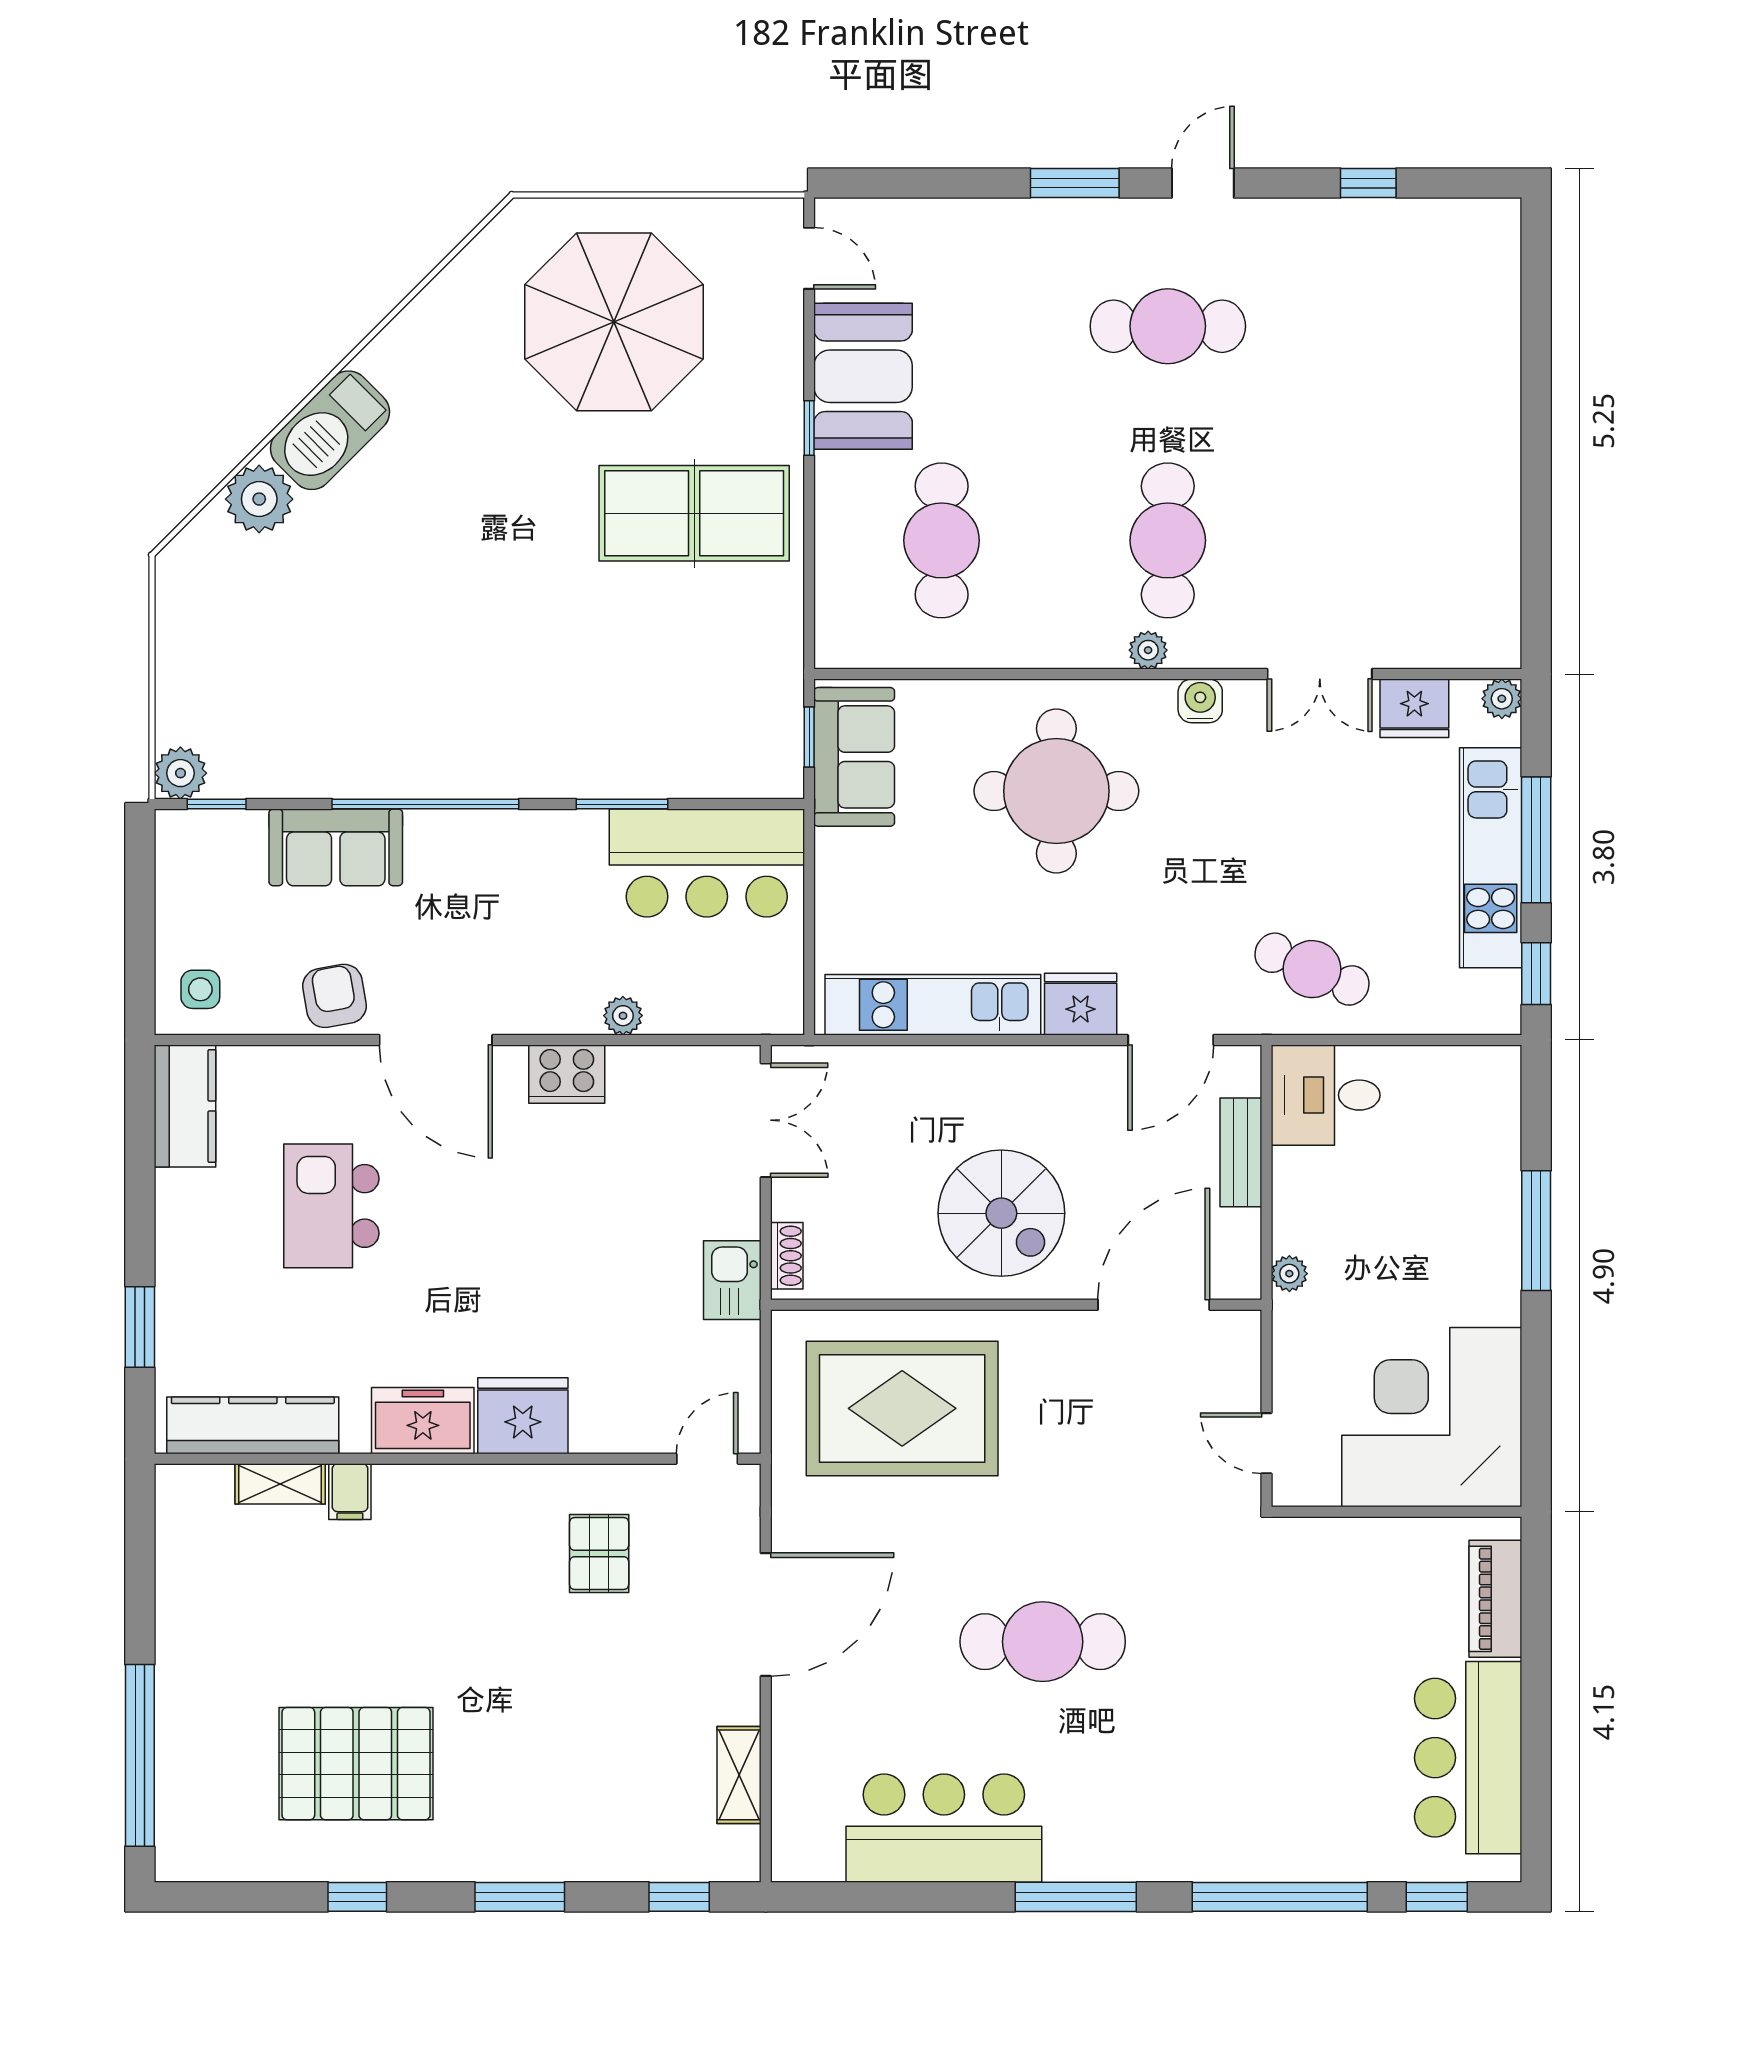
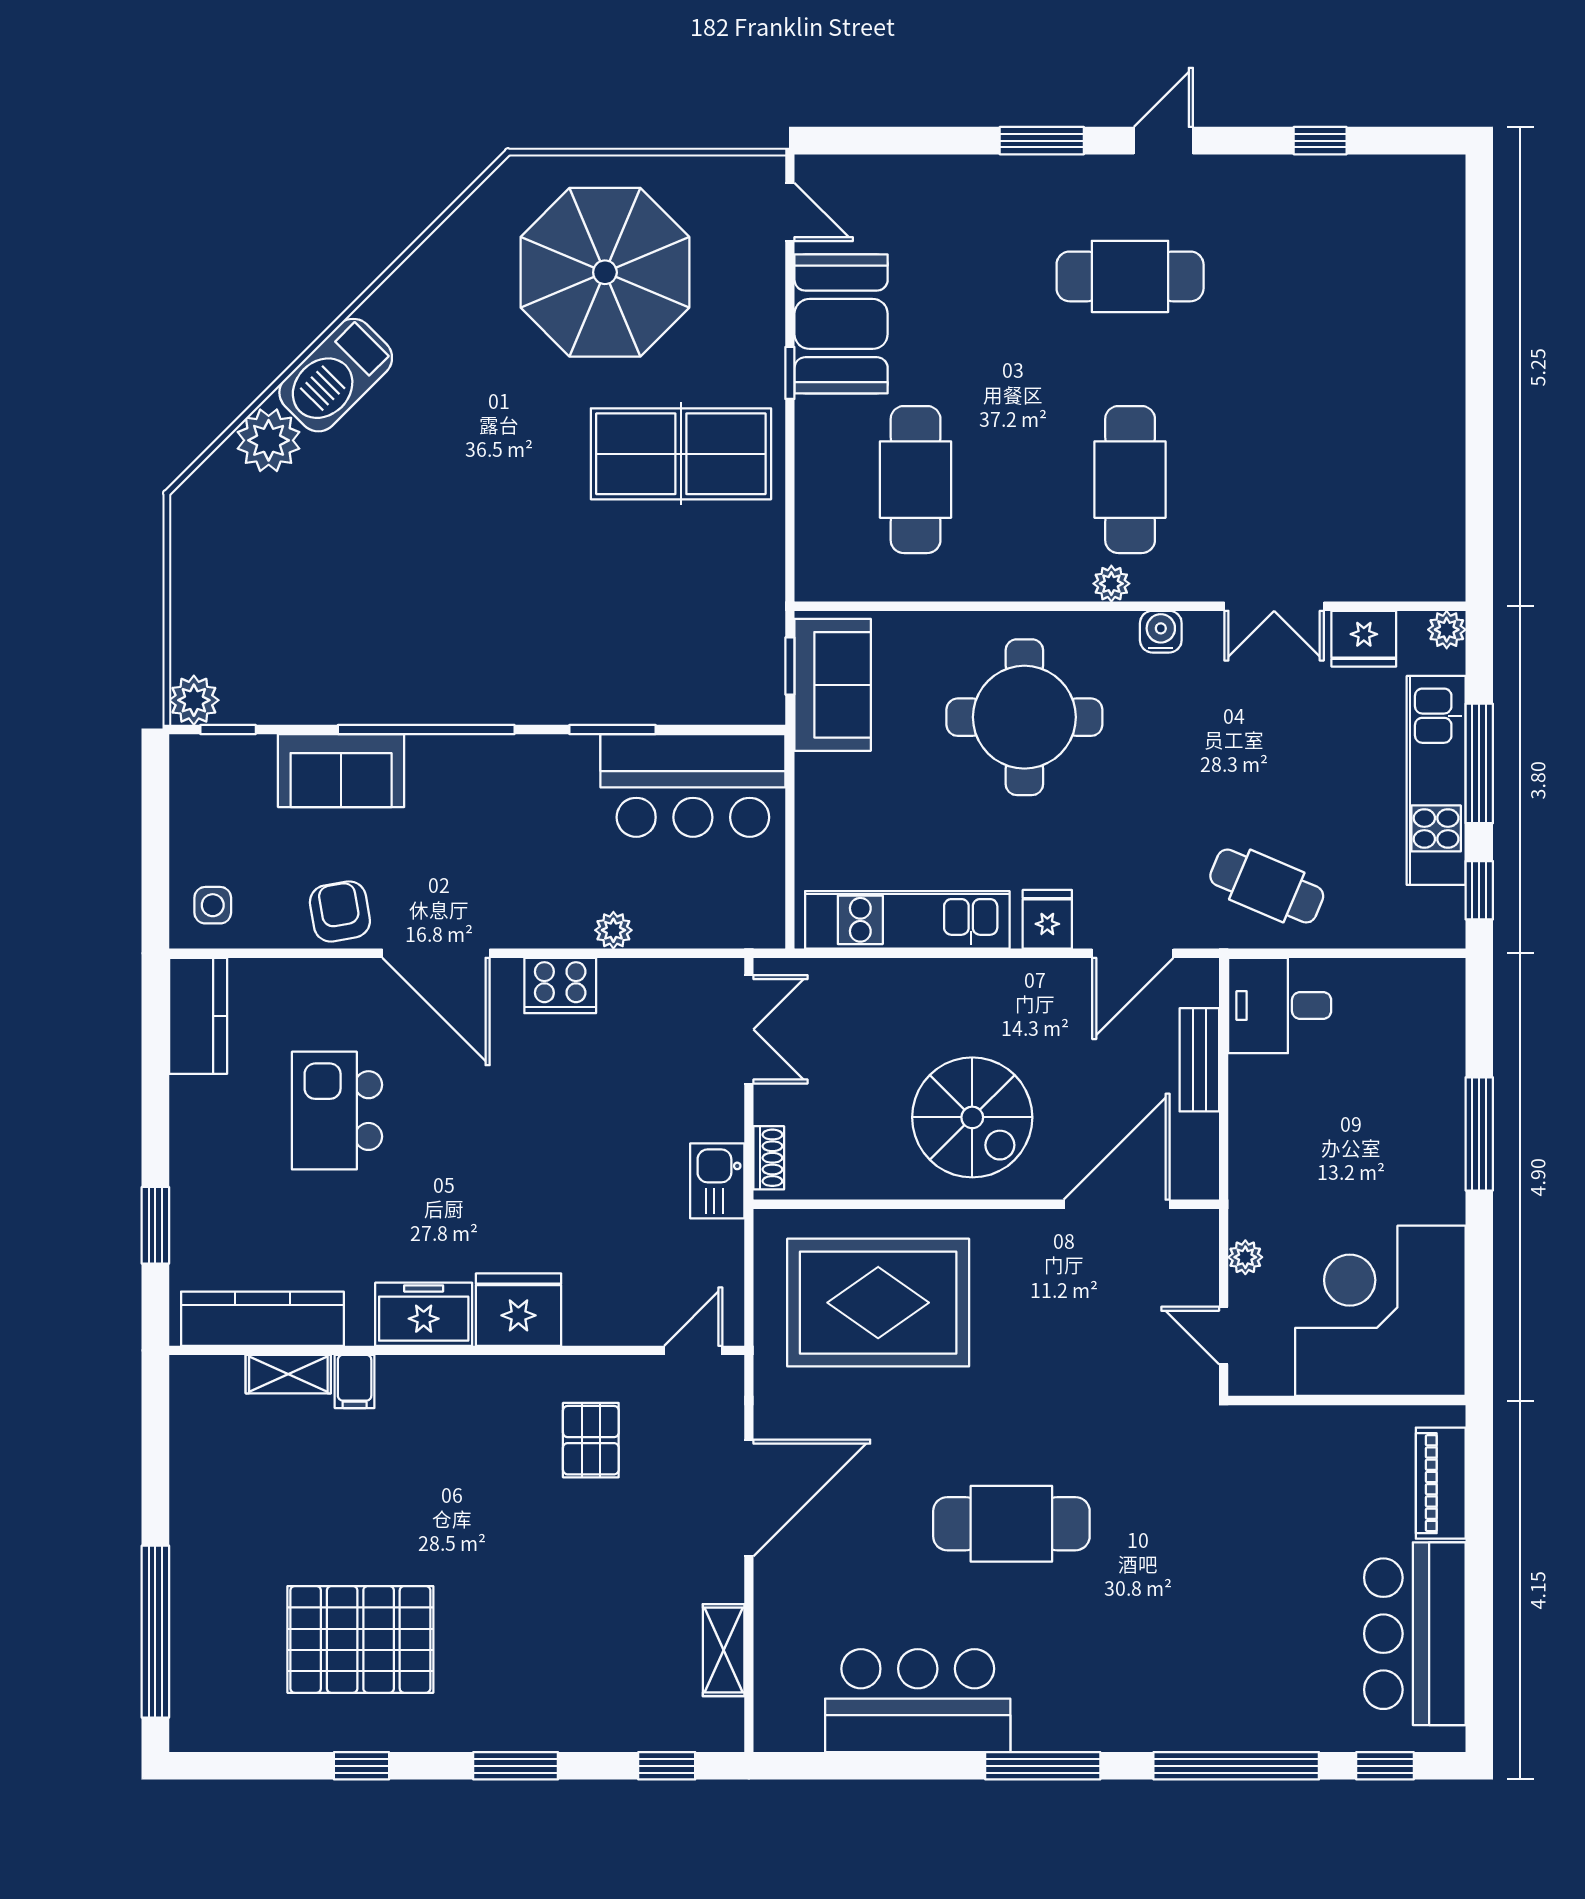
fridge: (1081, 1004) -> (1047, 919), width x0.72
plant: (1289, 1274) -> (1245, 1257), moved

